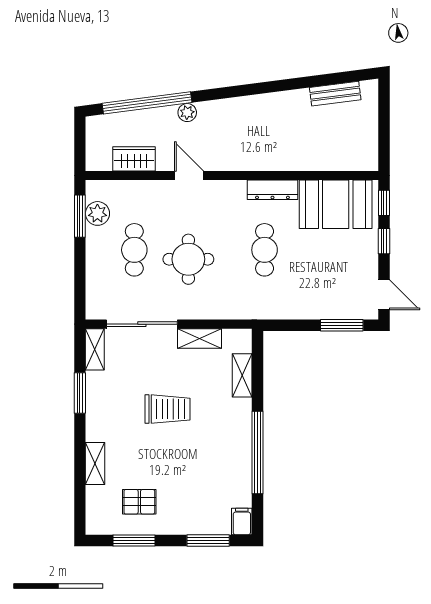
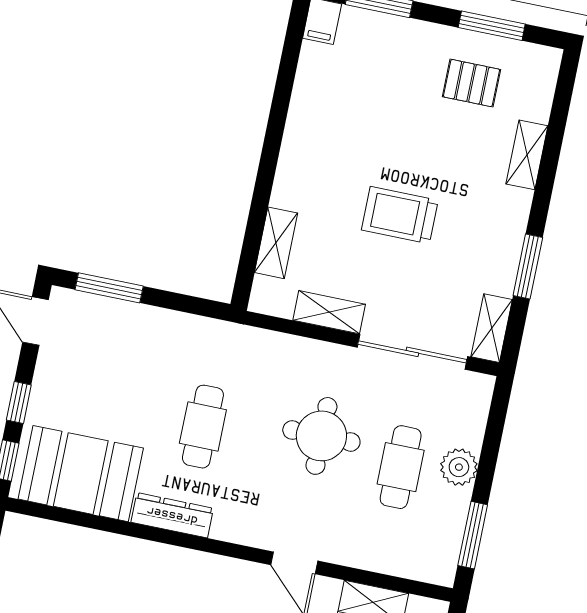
plant: (97, 213) -> (459, 467), moved
window: (257, 452) -> (277, 121), removed

